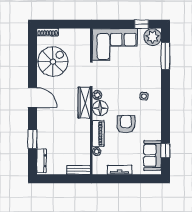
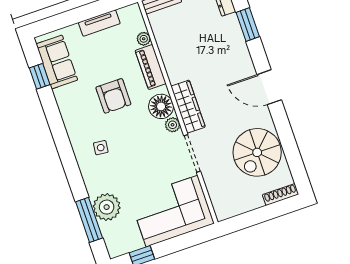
plant: (153, 37) -> (107, 207), moved

